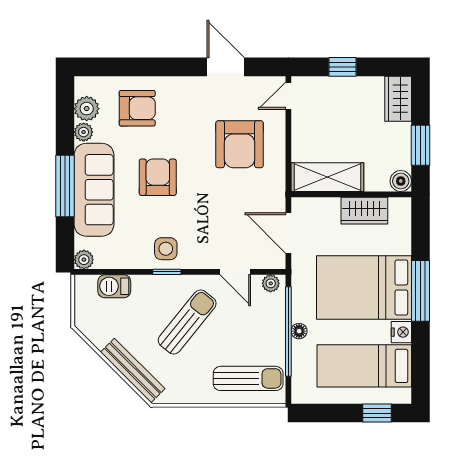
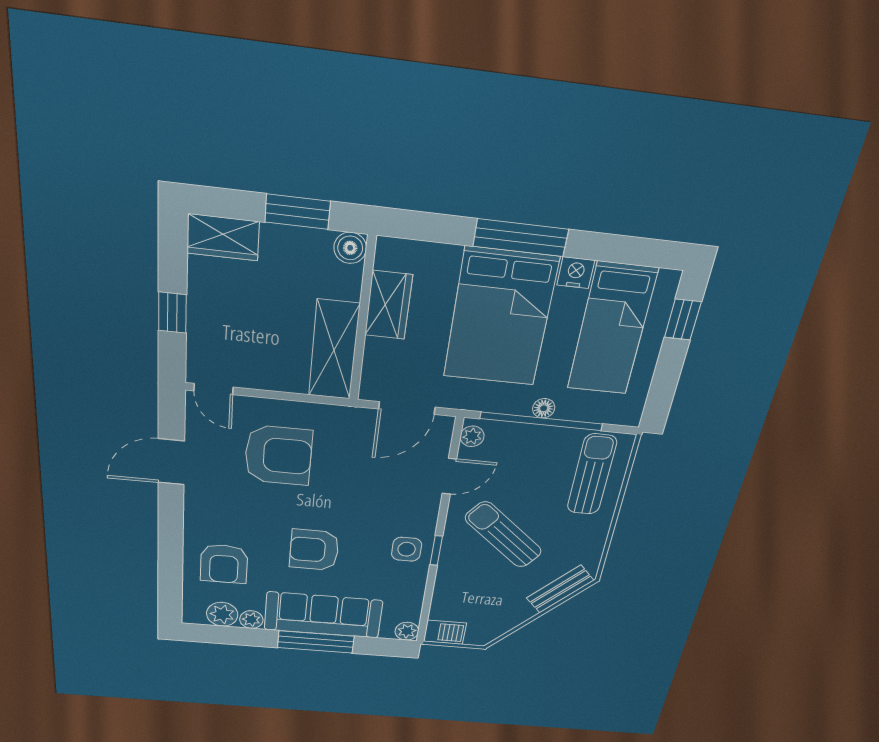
armchair: (137, 108) -> (224, 564), turned 180
barbecue: (114, 286) -> (445, 632), moved, turned -90
bench: (133, 370) -> (560, 589), width x0.73

